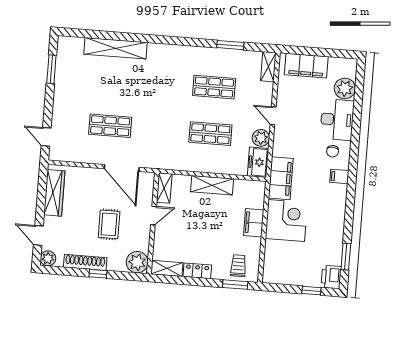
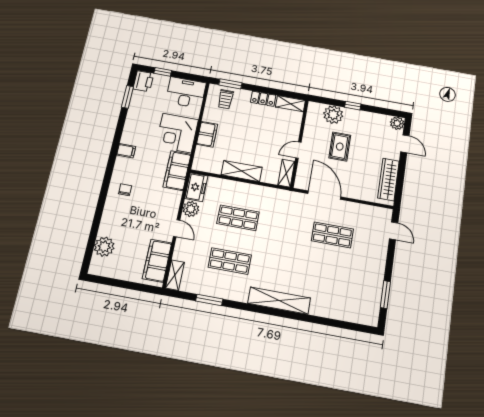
shelving: (116, 48) -> (279, 301), moved
filing cabinet: (306, 66) -> (157, 261), moved, turned -90
desk: (337, 120) -> (186, 92), moved, turned 90
filing cabinet: (339, 176) -> (126, 151), moved
shoe rack: (85, 262) -> (364, 116), removed
plant: (137, 262) -> (333, 115), moved

